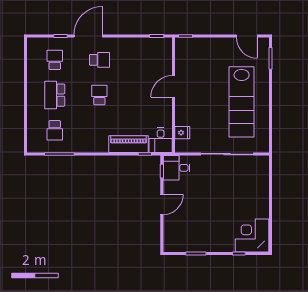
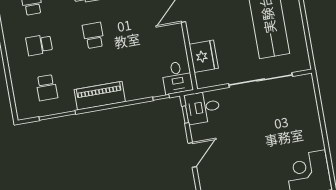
school desk: (55, 95) -> (39, 45), width x0.54
fridge: (182, 133) -> (204, 56), width x1.88, depth x1.34
piano: (129, 144) -> (100, 96), moved

